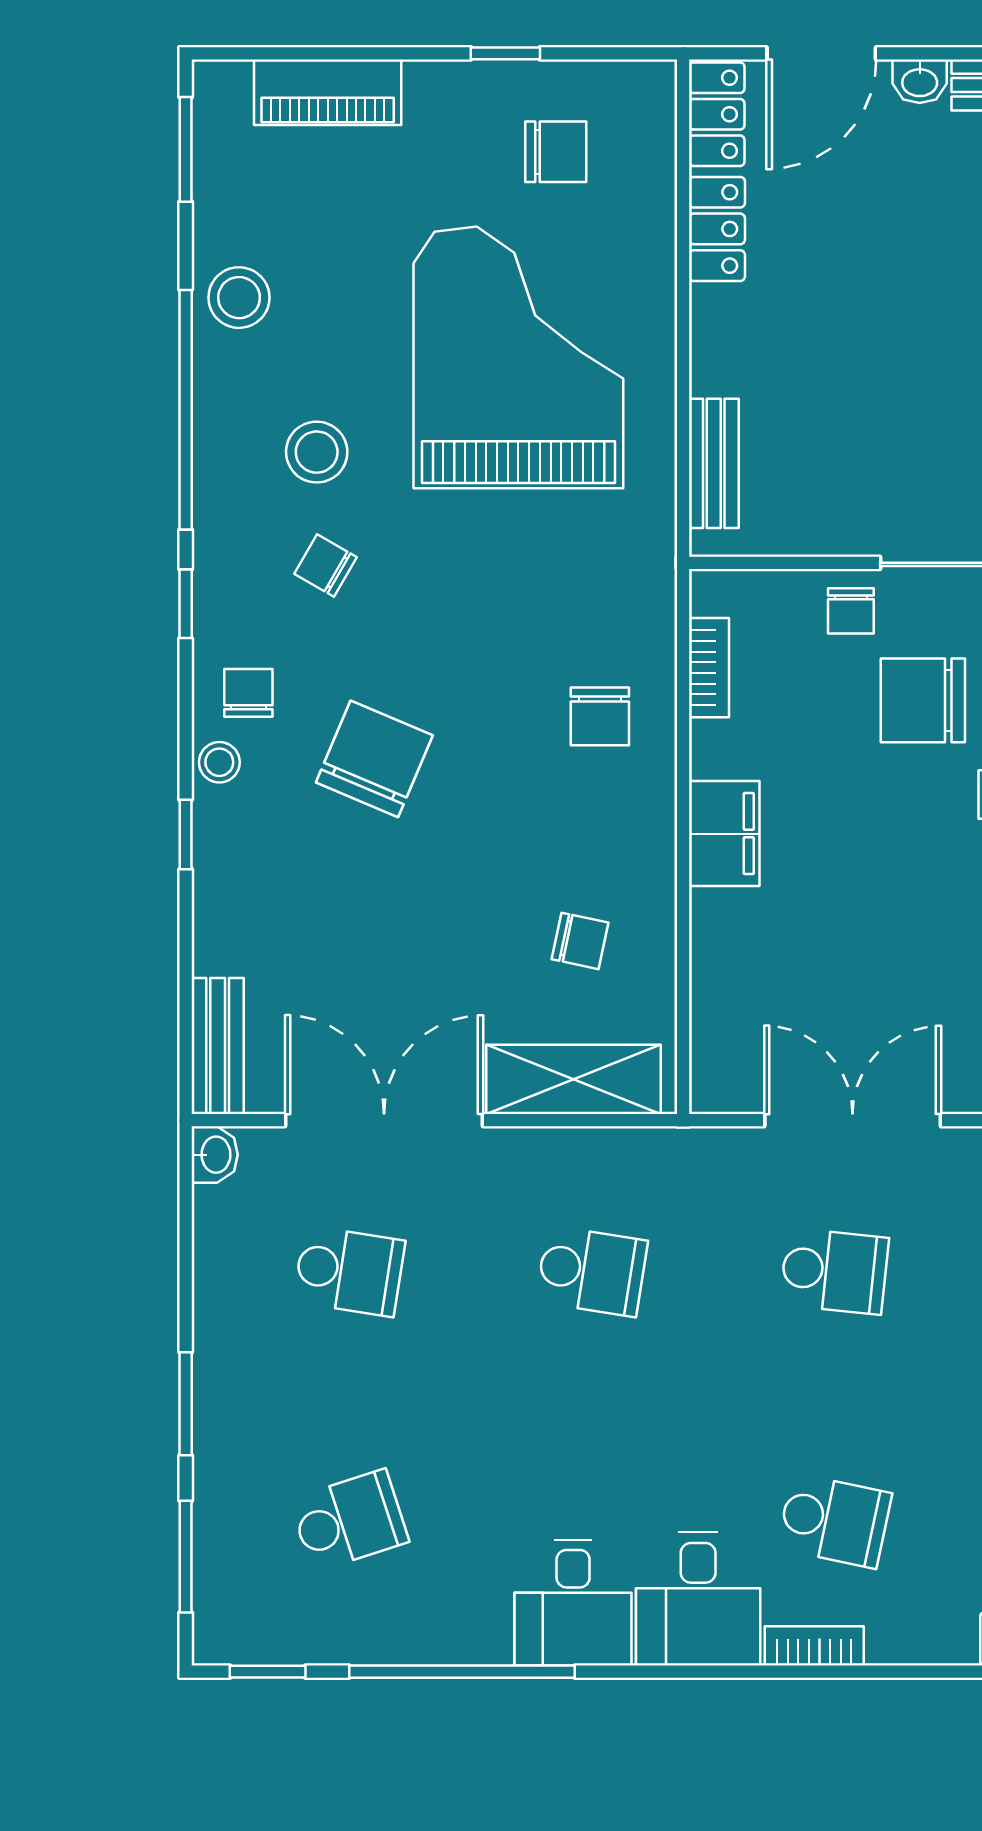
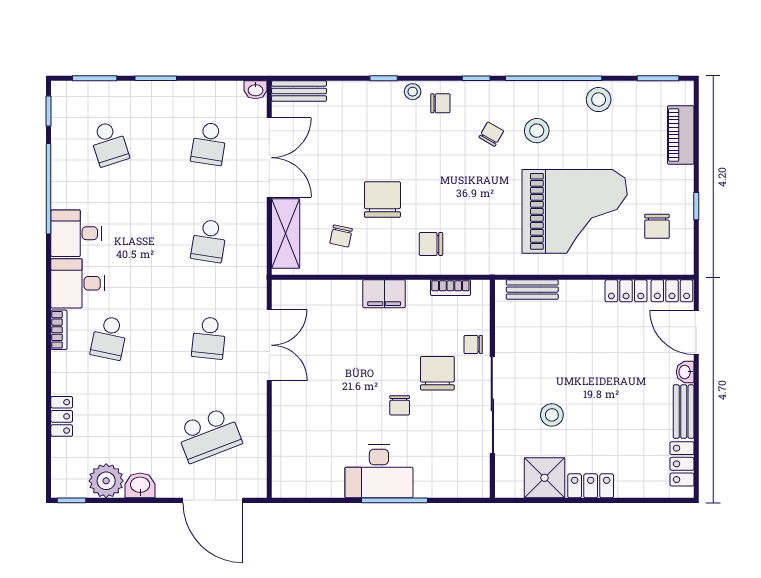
chair: (374, 759) -> (382, 199), moved, turned -113

